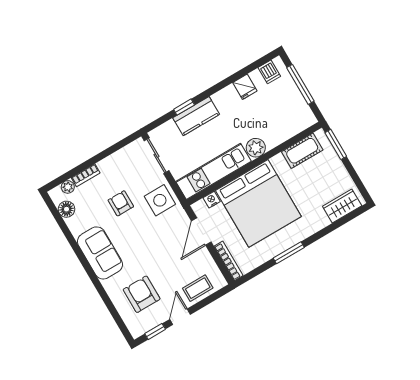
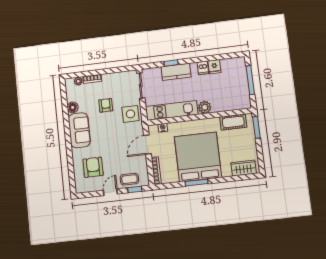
dishwasher: (269, 72) -> (203, 68), moved
bed: (258, 203) -> (198, 157), moved, turned 180
floor lamp: (66, 209) -> (73, 107), moved
window: (155, 331) -> (135, 189), moved

